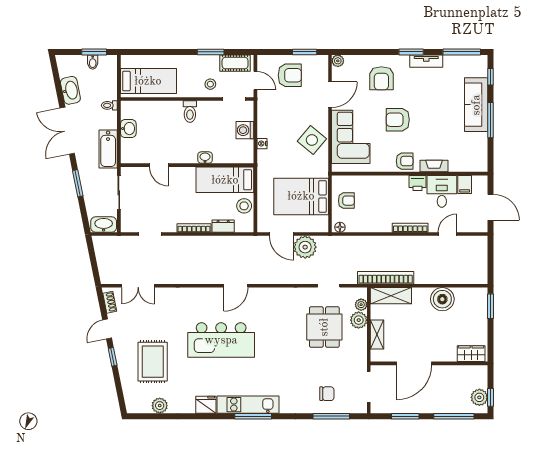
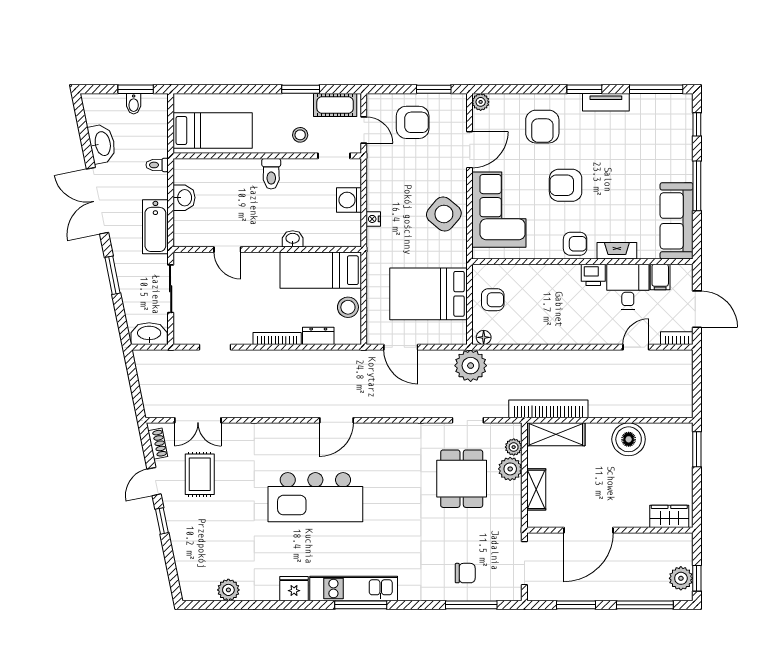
sofa: (476, 105) -> (677, 221), moved
bookcase: (410, 228) -> (677, 338), moved, width x0.64
plant: (305, 247) -> (471, 366), moved
rug: (153, 362) -> (200, 474), moved, width x0.73, depth x0.70

